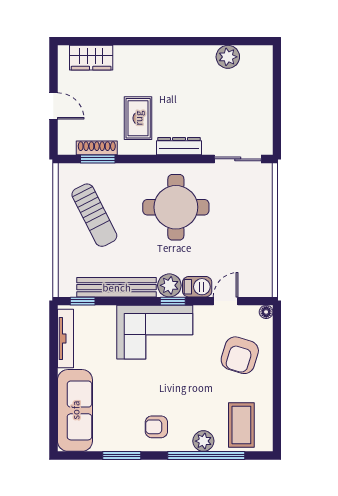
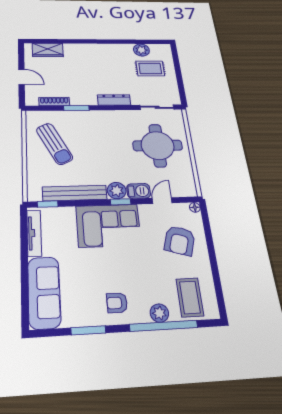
rug: (138, 118) -> (150, 68), moved, turned 90
window: (98, 159) -> (76, 108), moved
round table: (176, 207) -> (158, 145), moved

